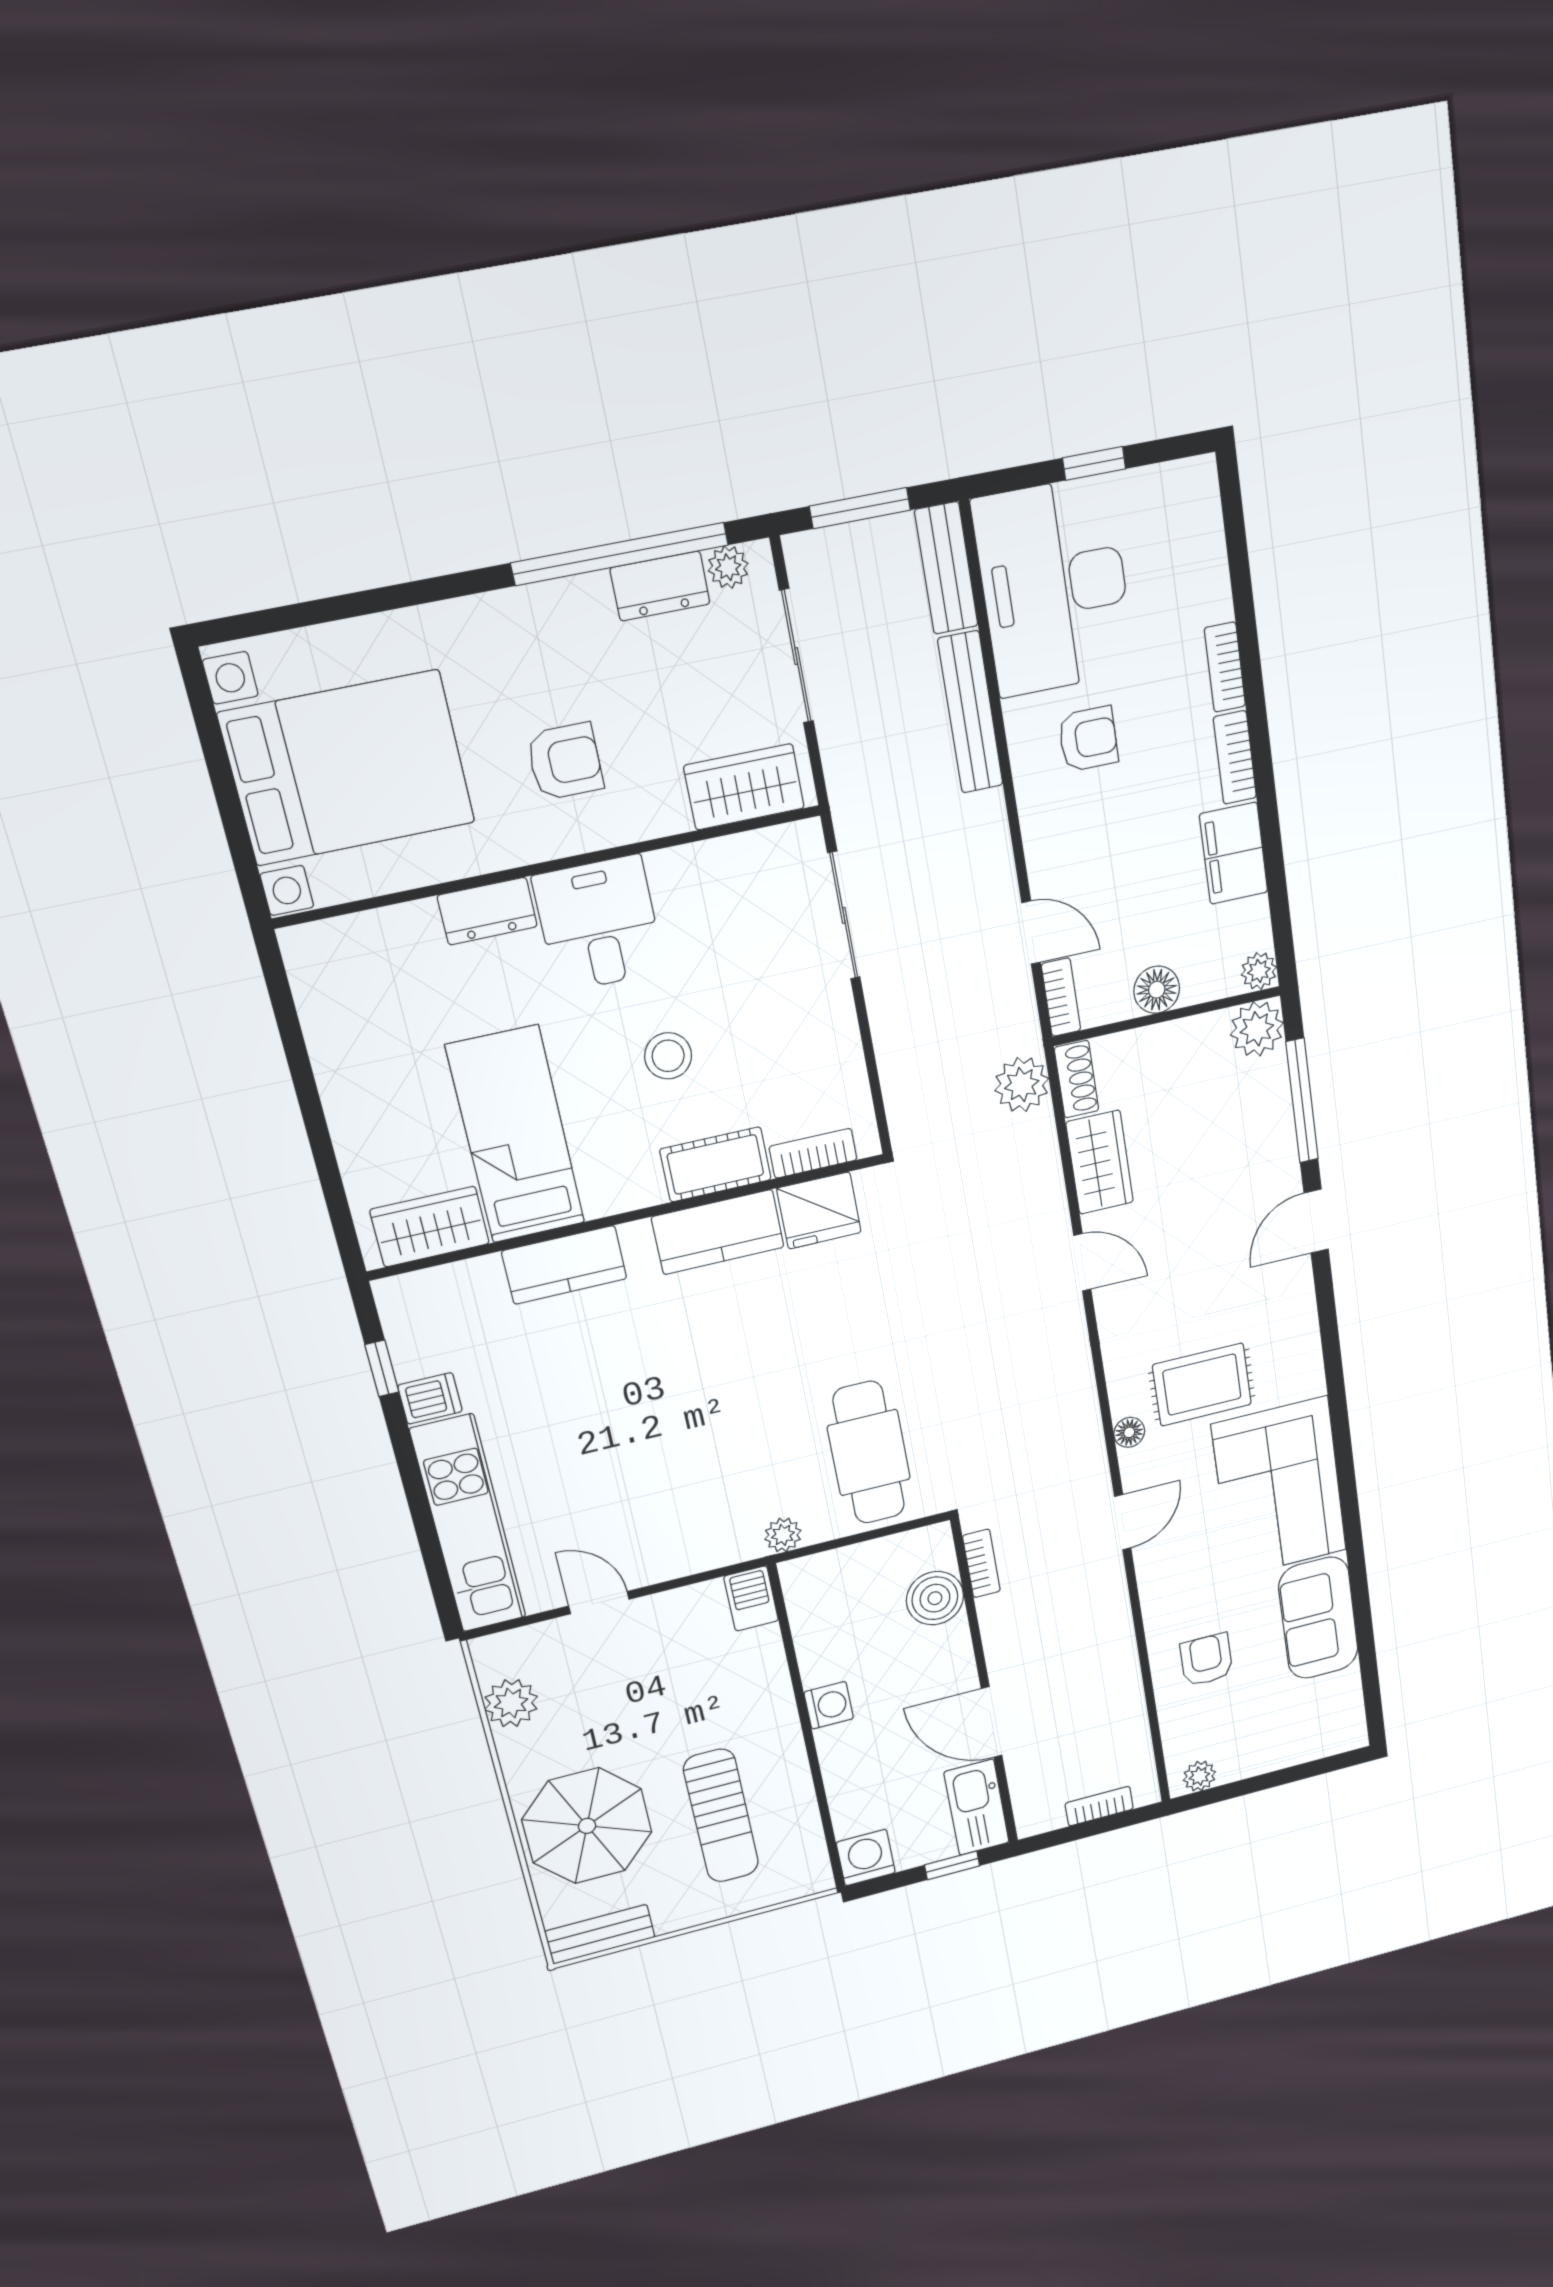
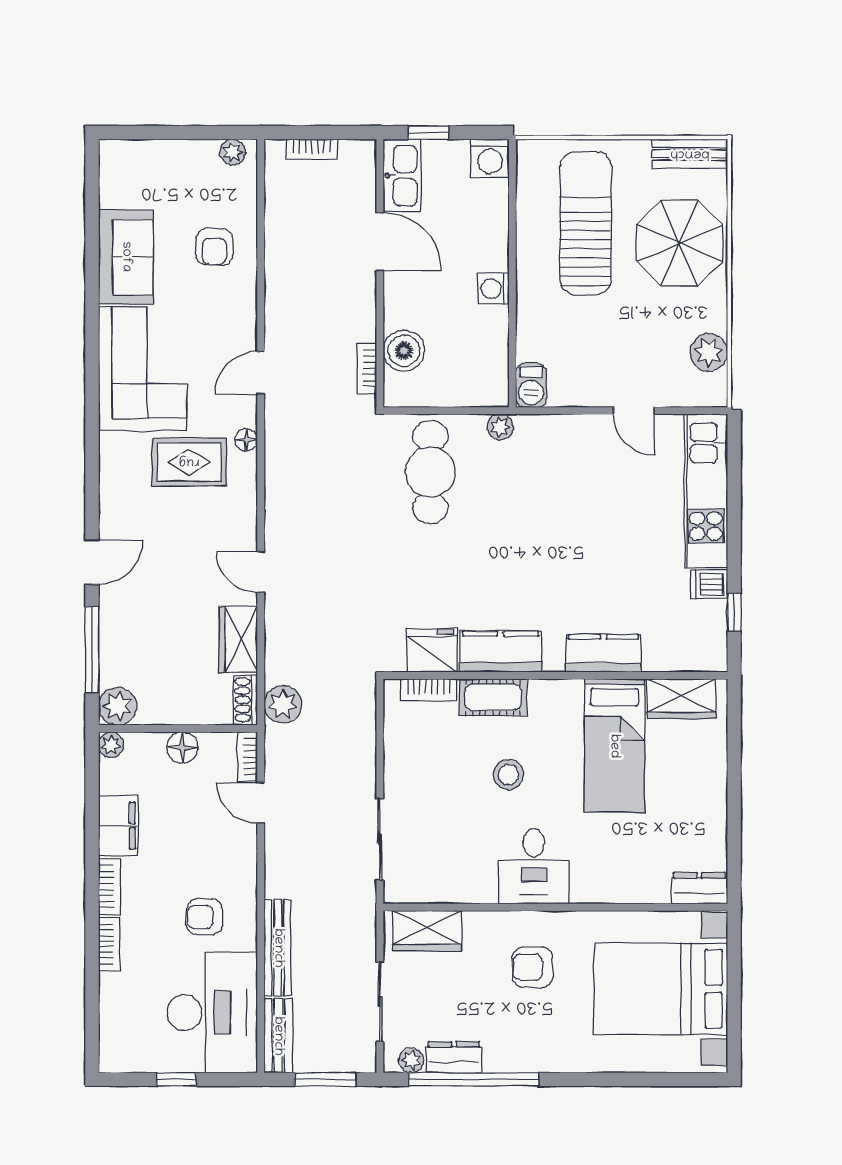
dresser: (487, 911) -> (700, 888), moved
sun lounger: (721, 1816) -> (586, 223), width x1.36, depth x1.34

